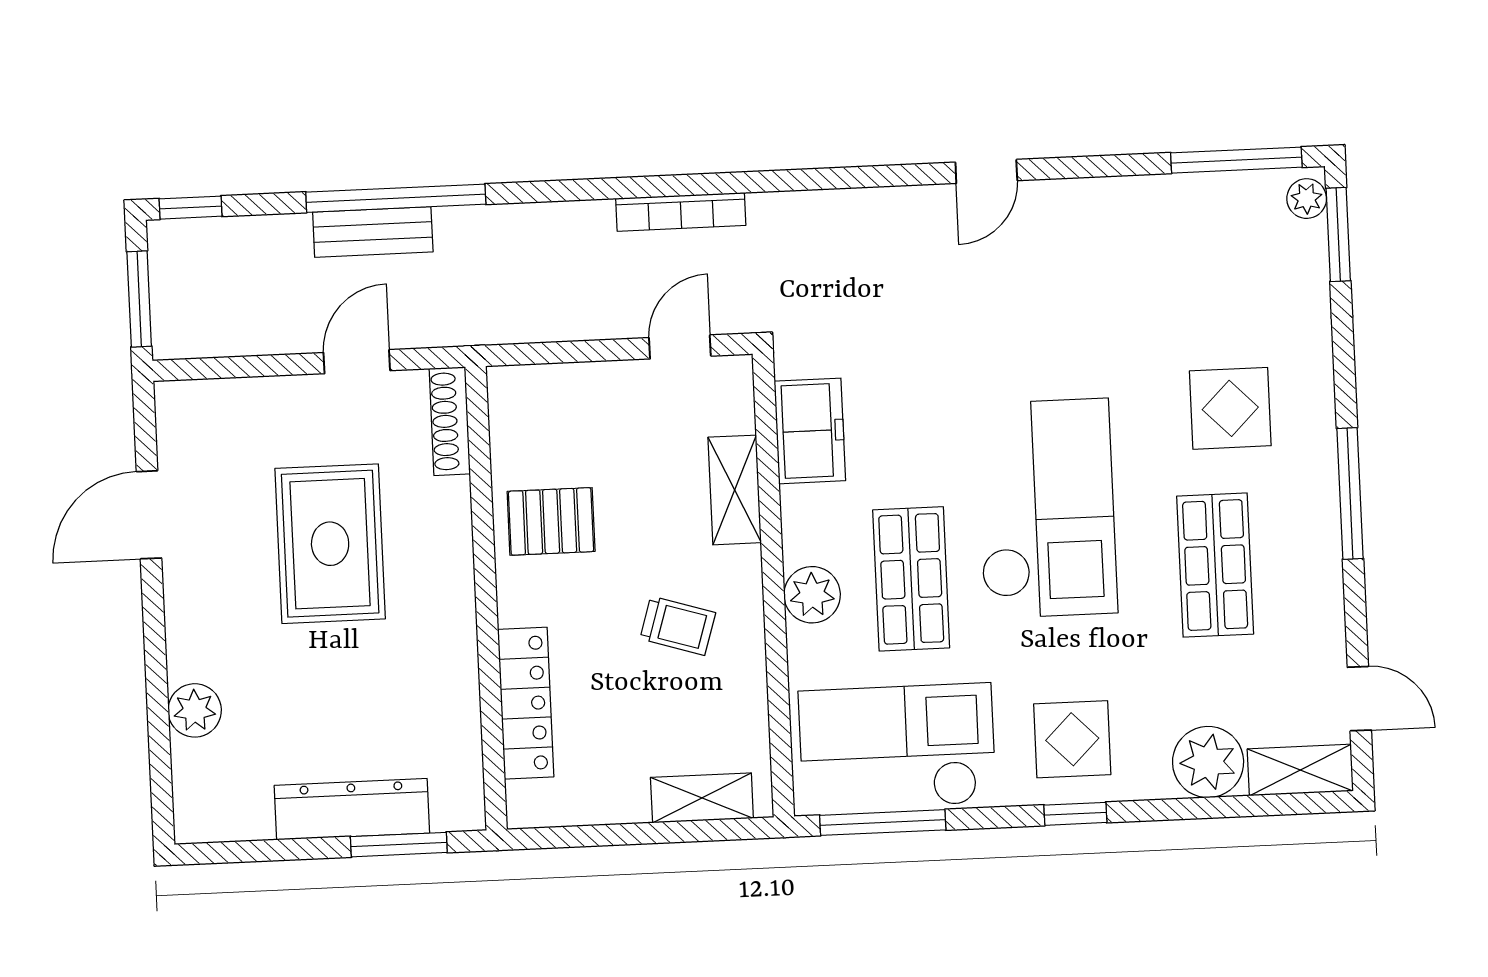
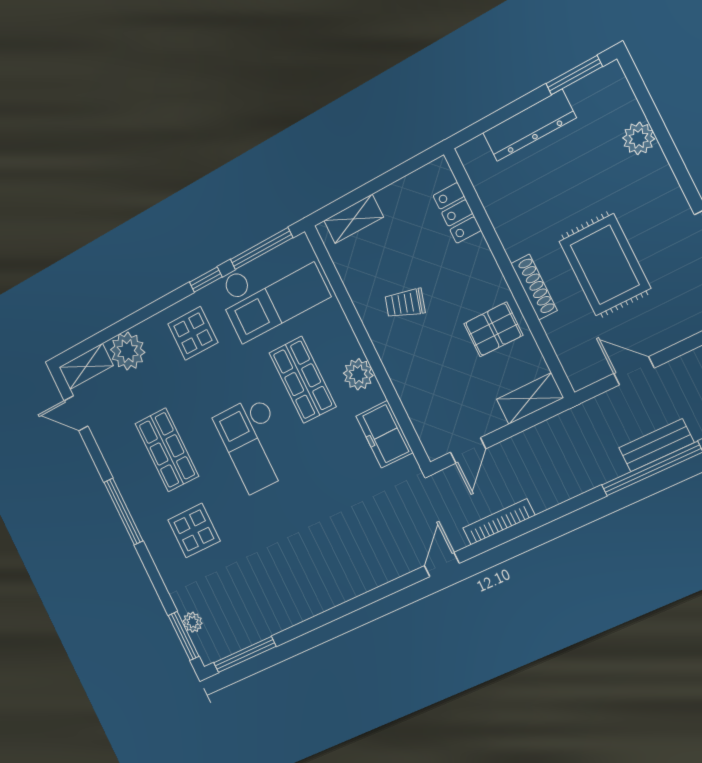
door: (986, 171) -> (442, 565), moved
plant: (1307, 199) -> (193, 622), moved
door: (357, 362) -> (634, 371), swing flipped
shoe rack: (450, 421) -> (534, 287), moved
shelving: (735, 490) -> (530, 398), moved, turned 90
checkout: (1046, 508) -> (255, 444), width x0.73, depth x0.83
plant: (812, 595) -> (358, 374), moved
locker: (526, 703) -> (457, 213), width x0.66
window: (1075, 814) -> (206, 280), moved
window: (399, 845) -> (574, 75), moved

